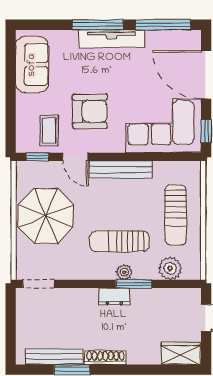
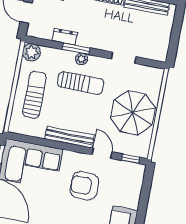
coffee table: (49, 131) -> (118, 177), removed
plant: (170, 268) -> (31, 52), moved
doorway: (38, 284) -> (124, 58), moved
dresser: (114, 296) -> (65, 37), moved

